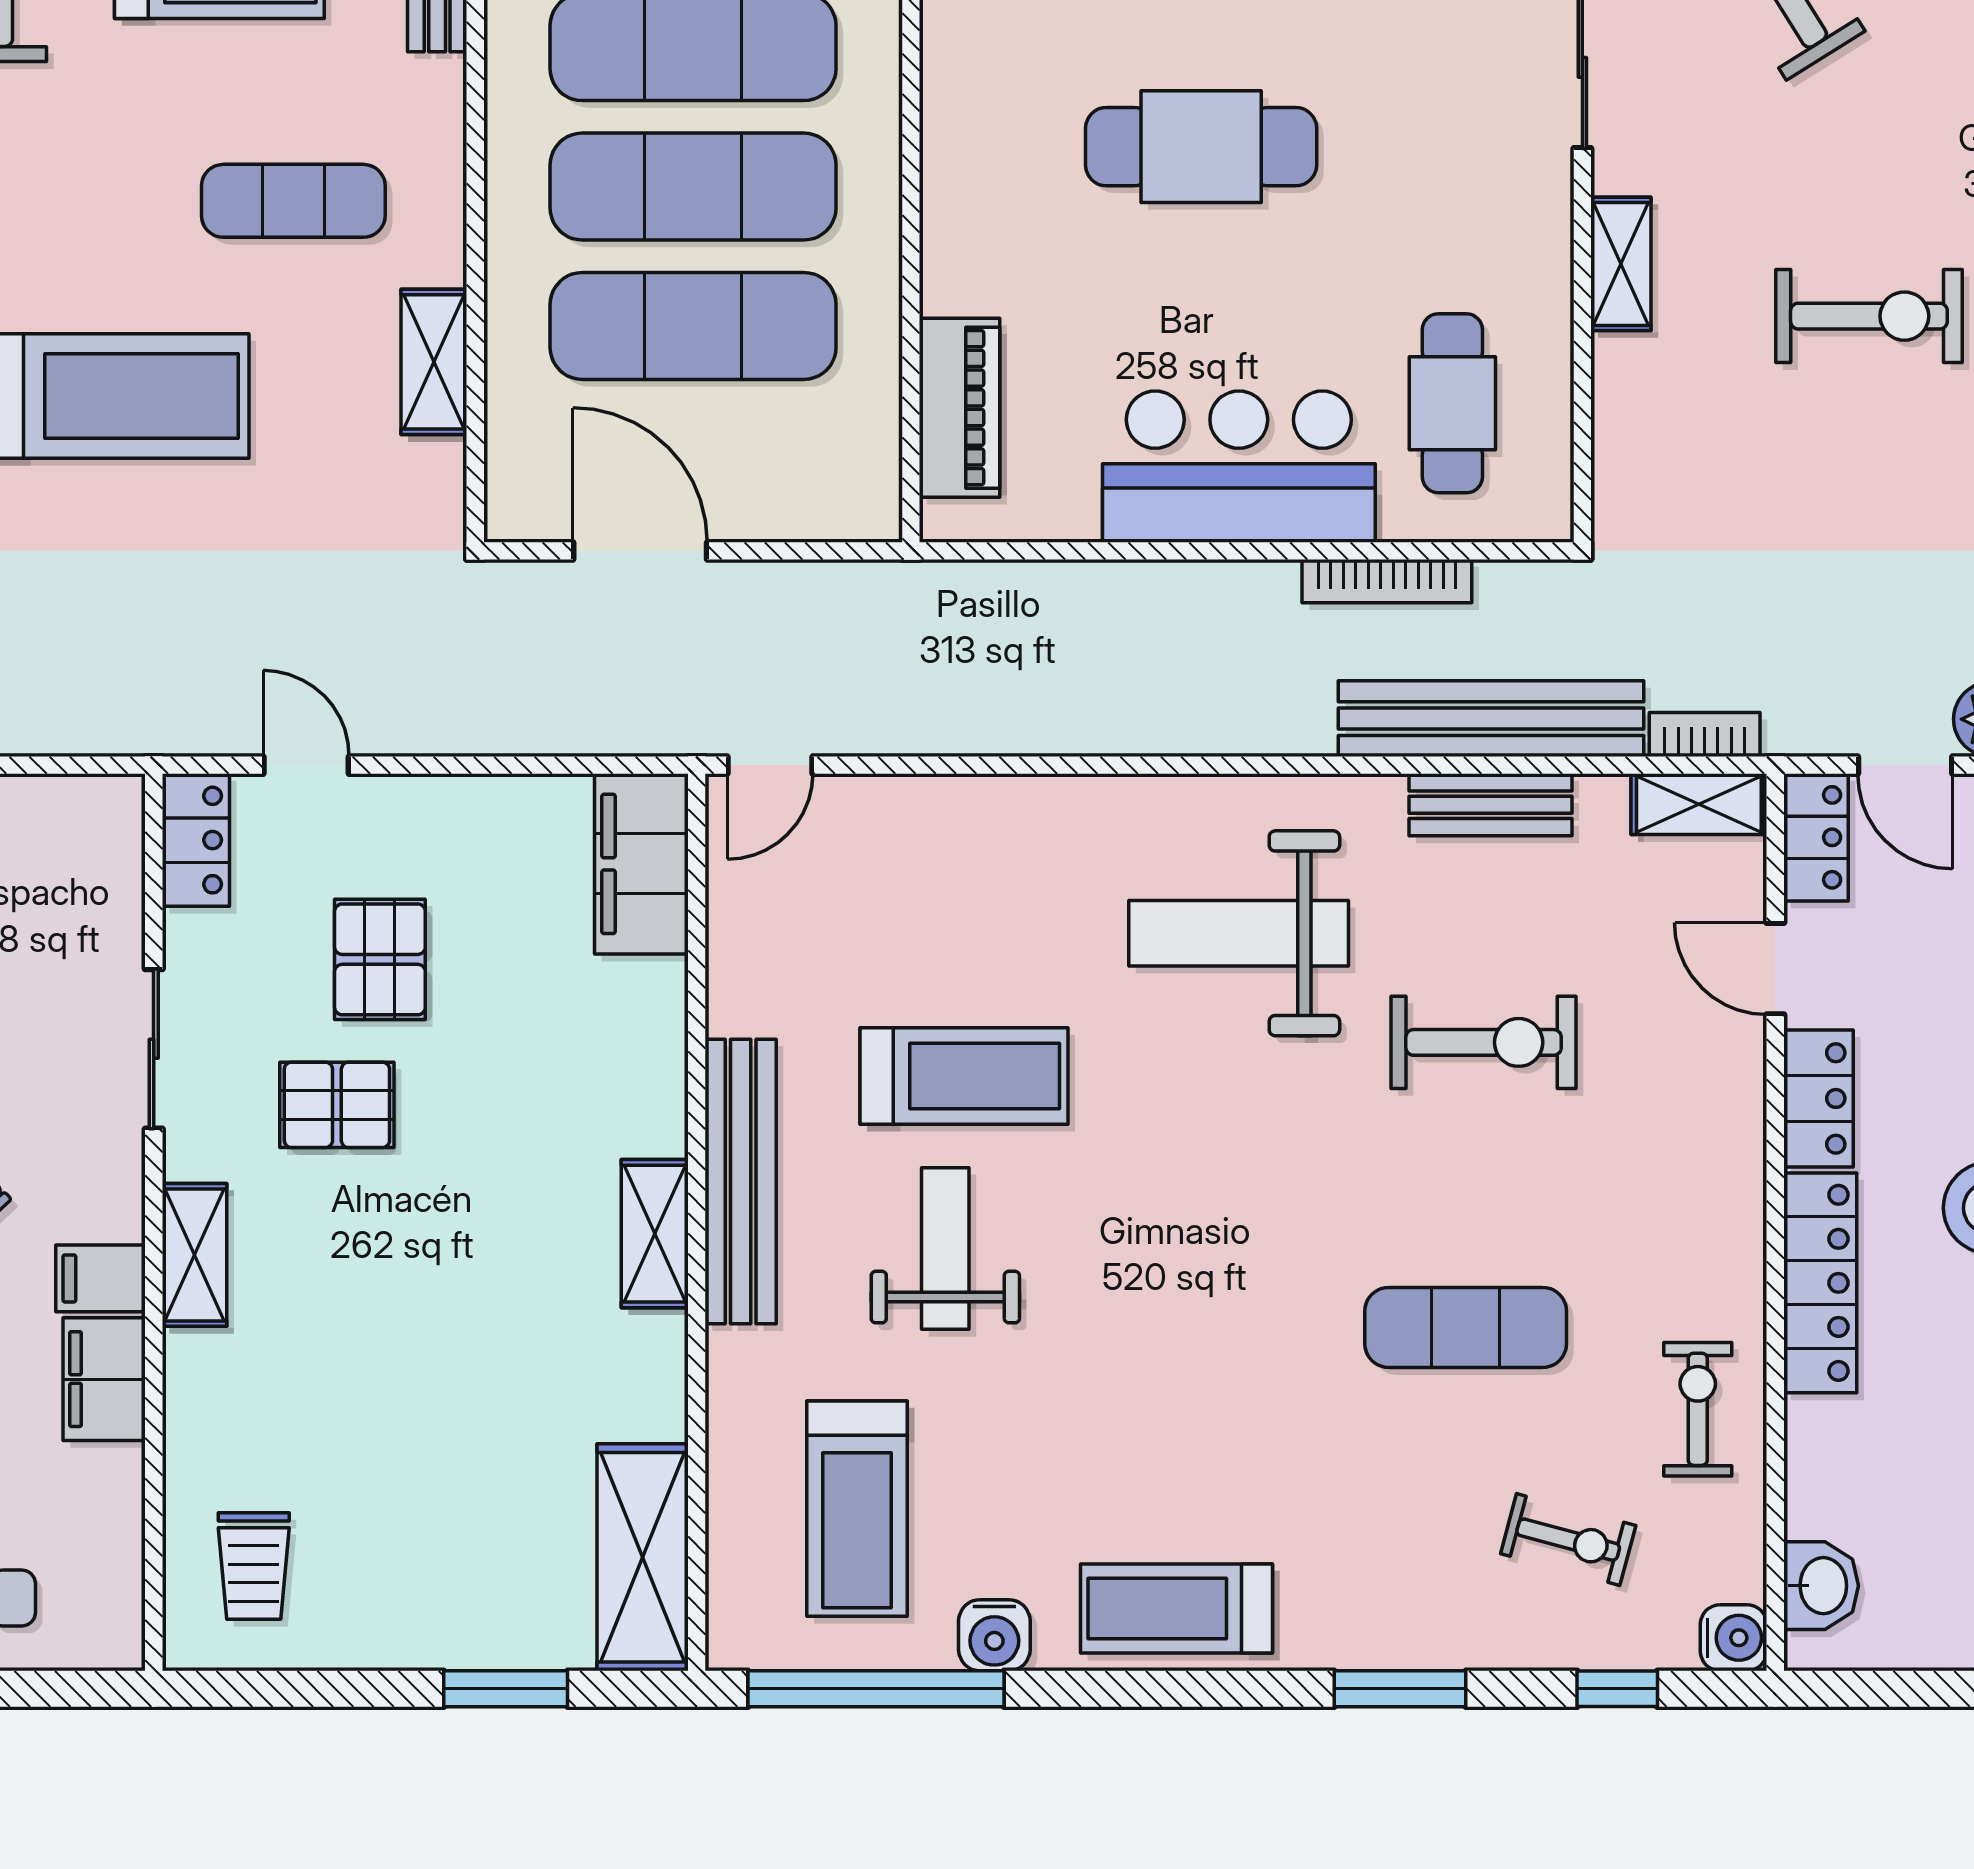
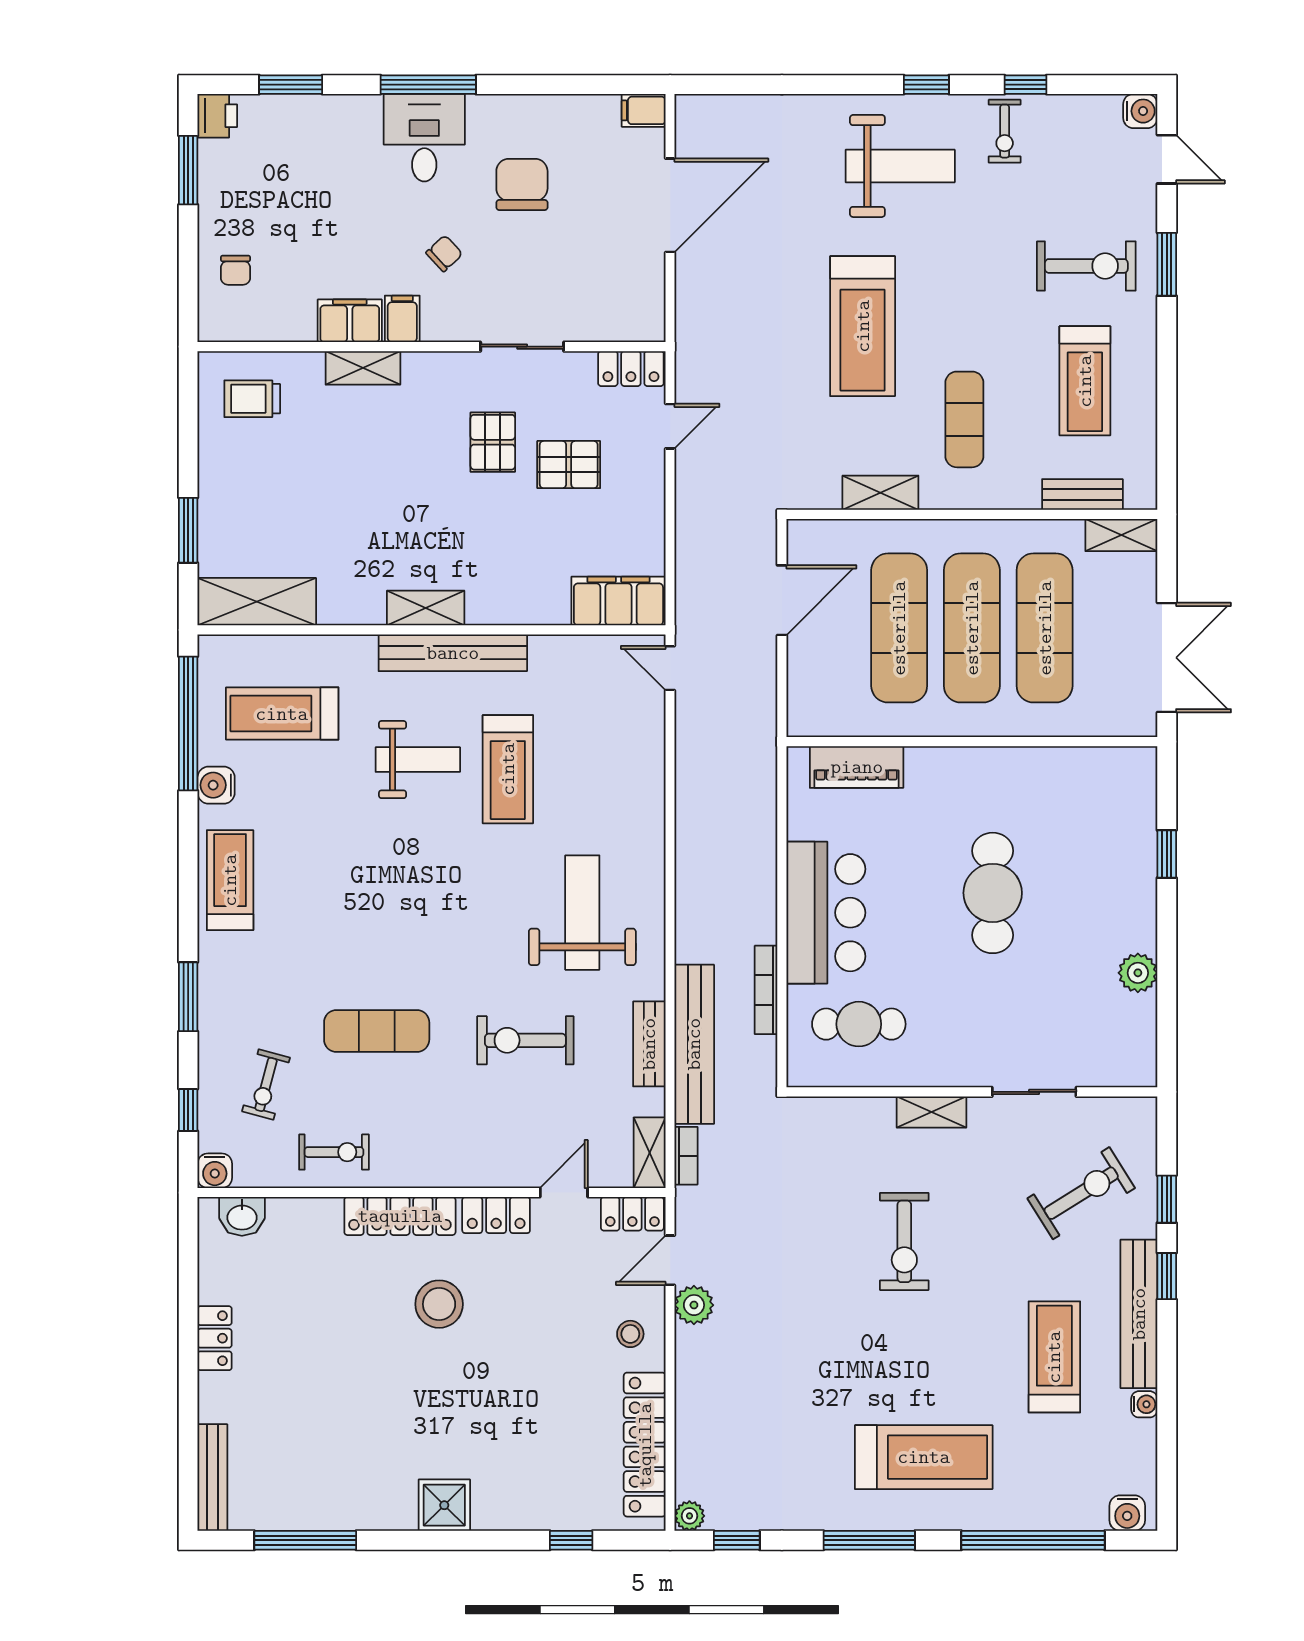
exercise bike: (1484, 1042) -> (525, 1040), turned 90
shelving: (195, 1255) -> (363, 368), moved
exercise mat: (1466, 1327) -> (377, 1031), turned 90

